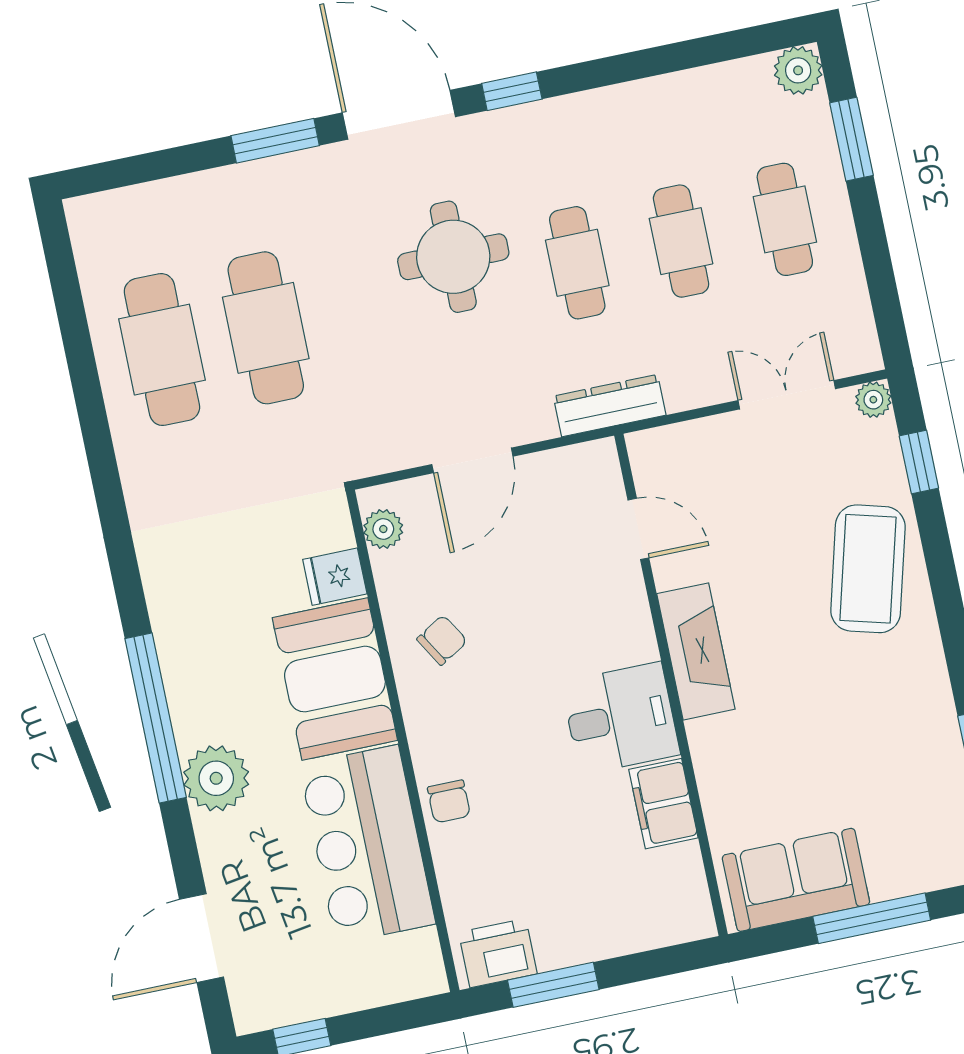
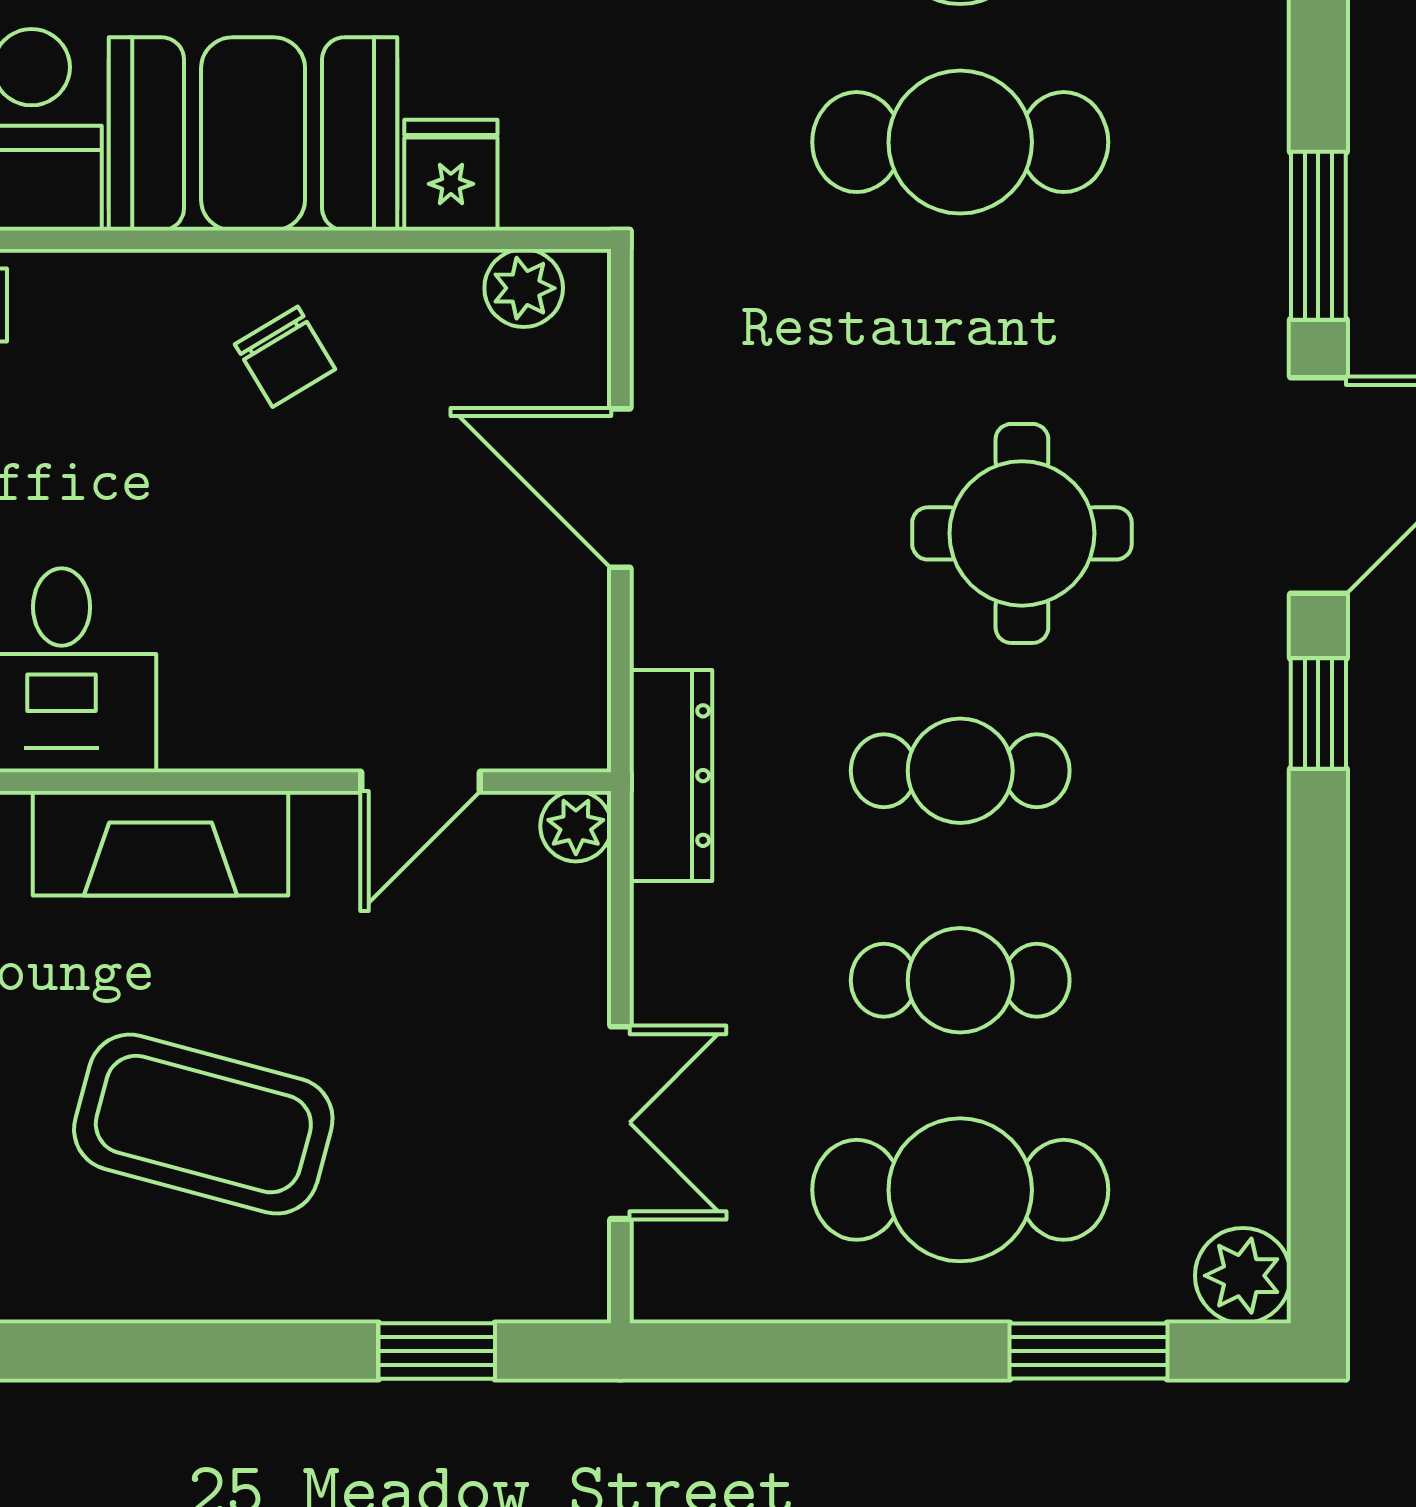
cafe table: (785, 219) -> (960, 1190), width x1.37, depth x1.35
plant: (873, 400) -> (576, 826), moved
coffee table: (868, 569) -> (203, 1124), moved

